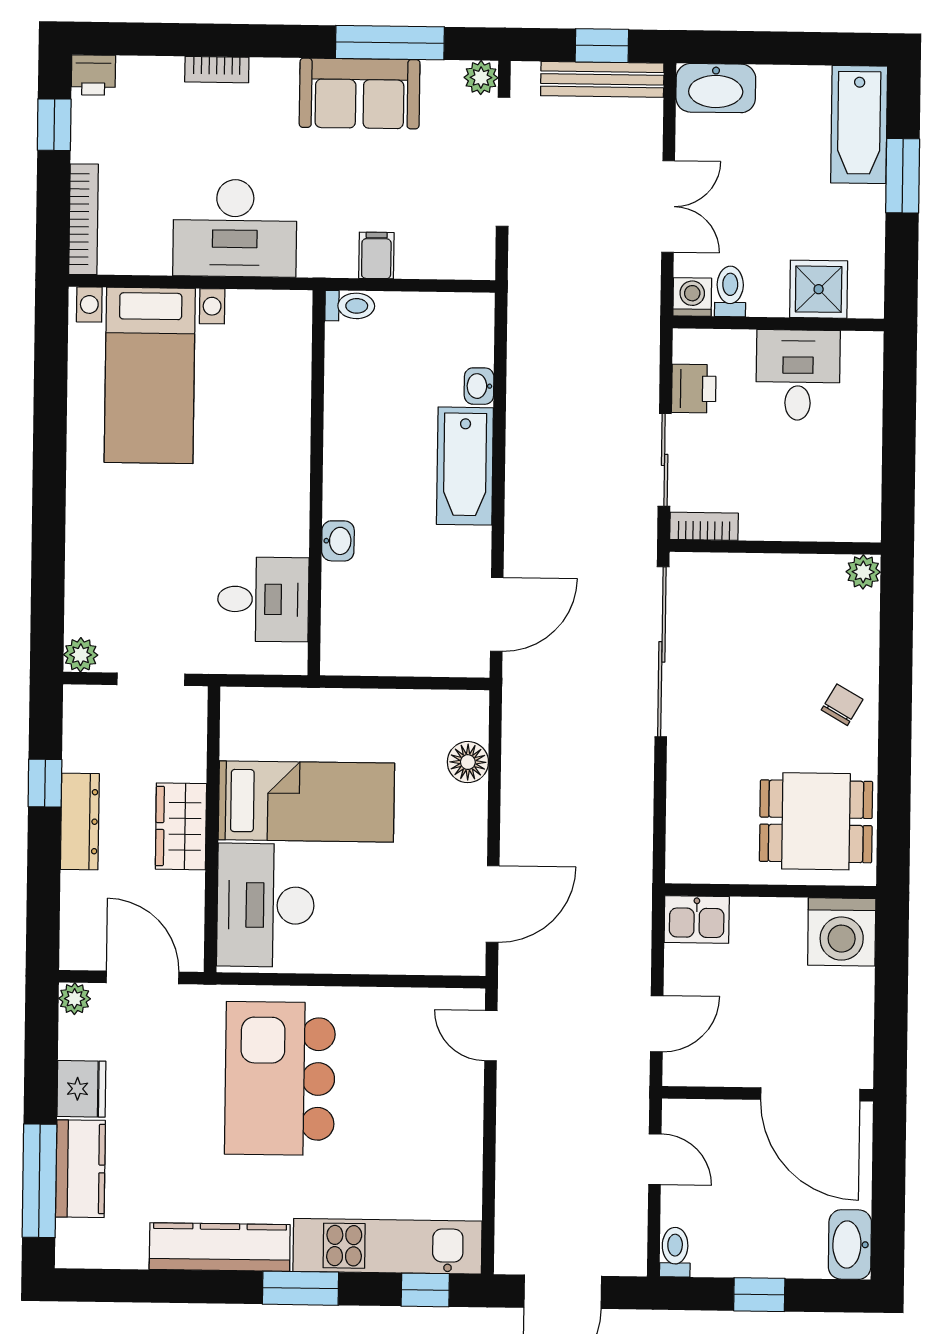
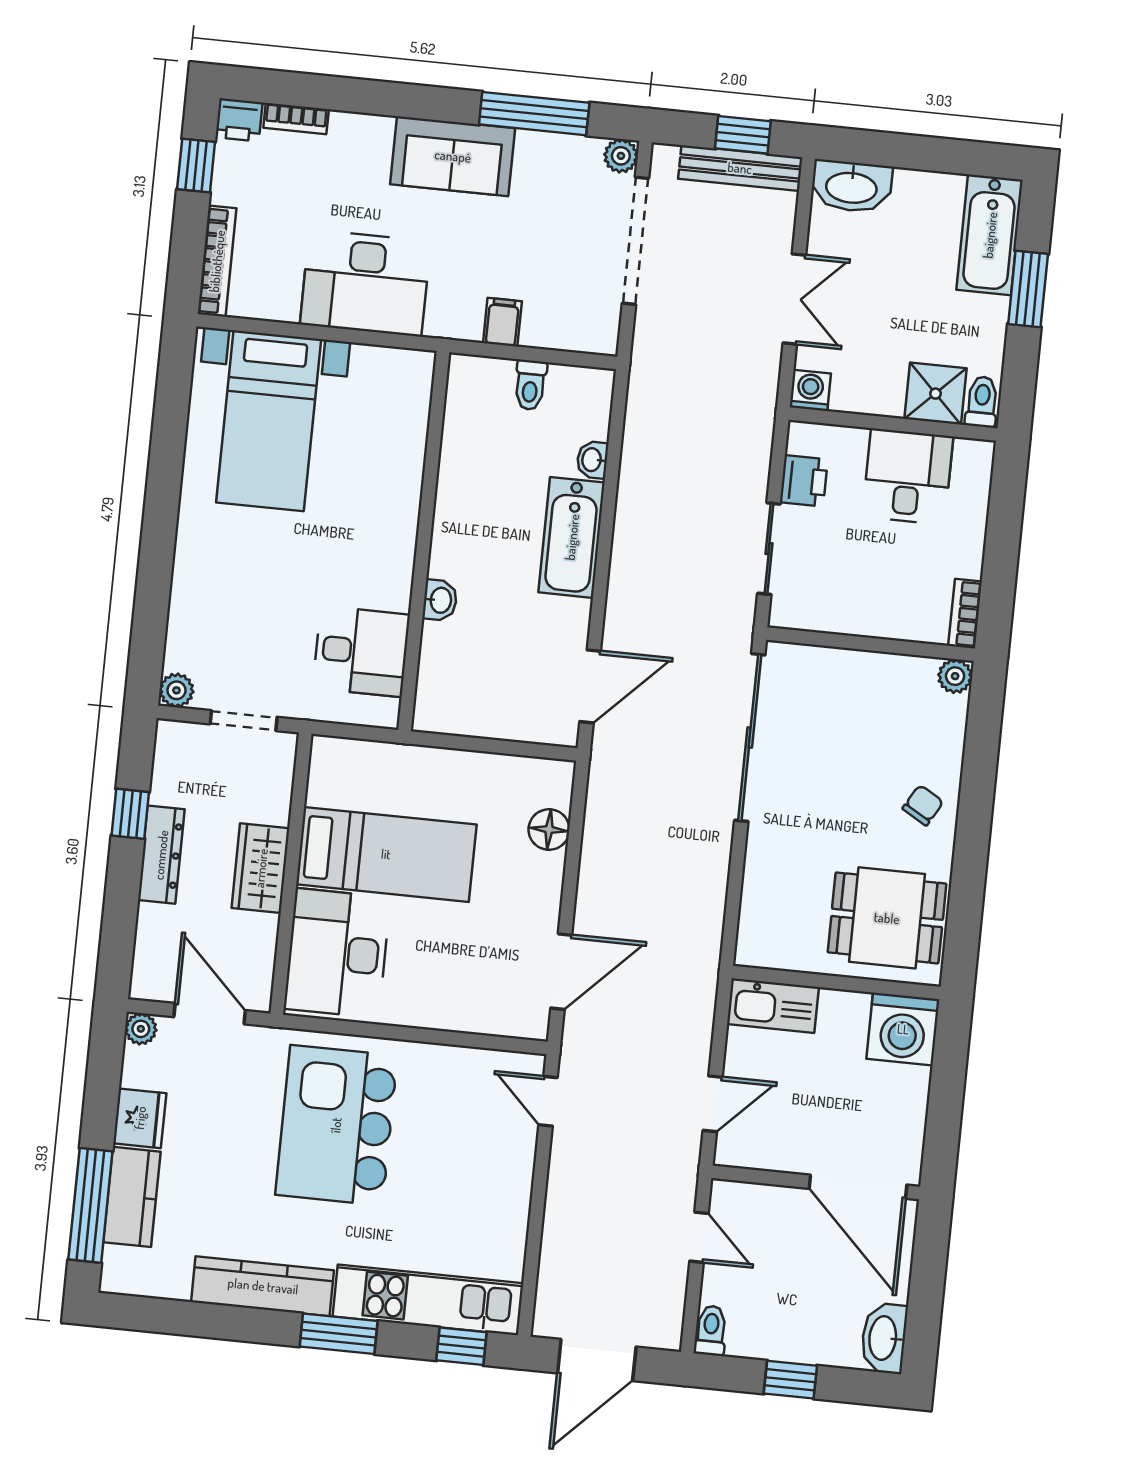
bookcase: (217, 70) -> (296, 119), moved
sofa: (360, 93) -> (453, 156), moved
toilet: (730, 291) -> (982, 402), moved
toilet: (350, 306) -> (530, 385), moved, turned 90
bookcase: (704, 526) -> (965, 614), moved, turned -90
kitchen sink: (697, 919) -> (773, 1006), width x1.38

